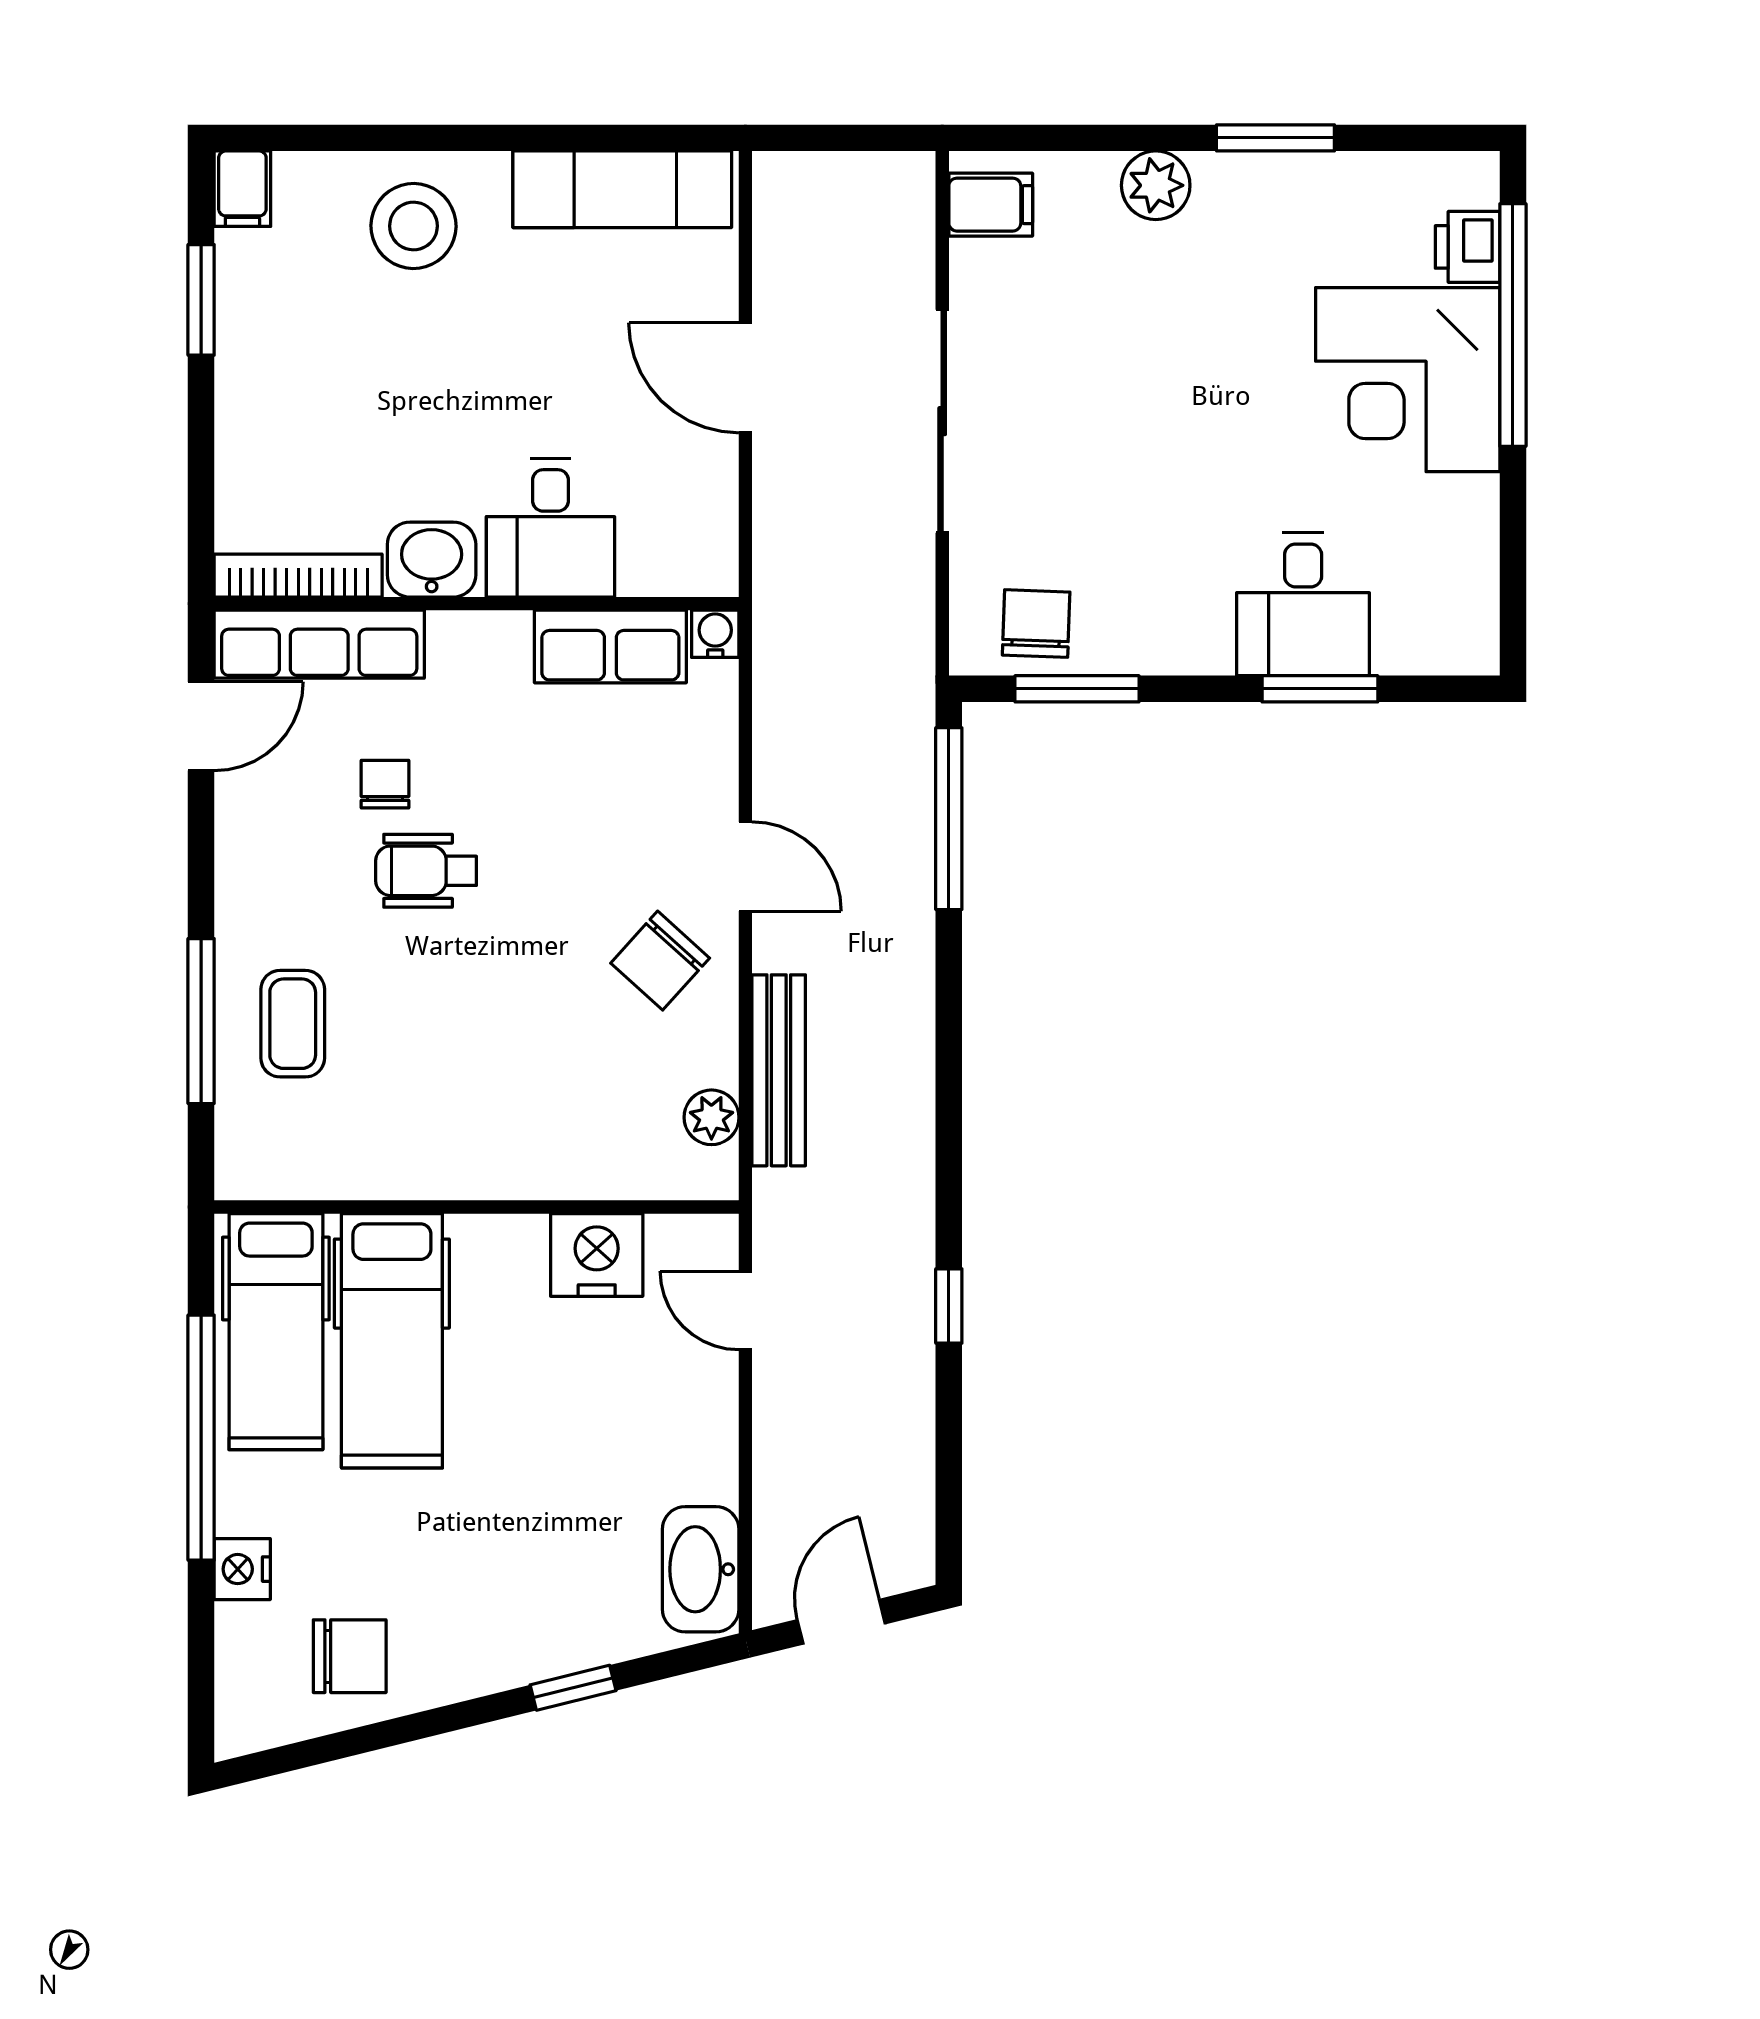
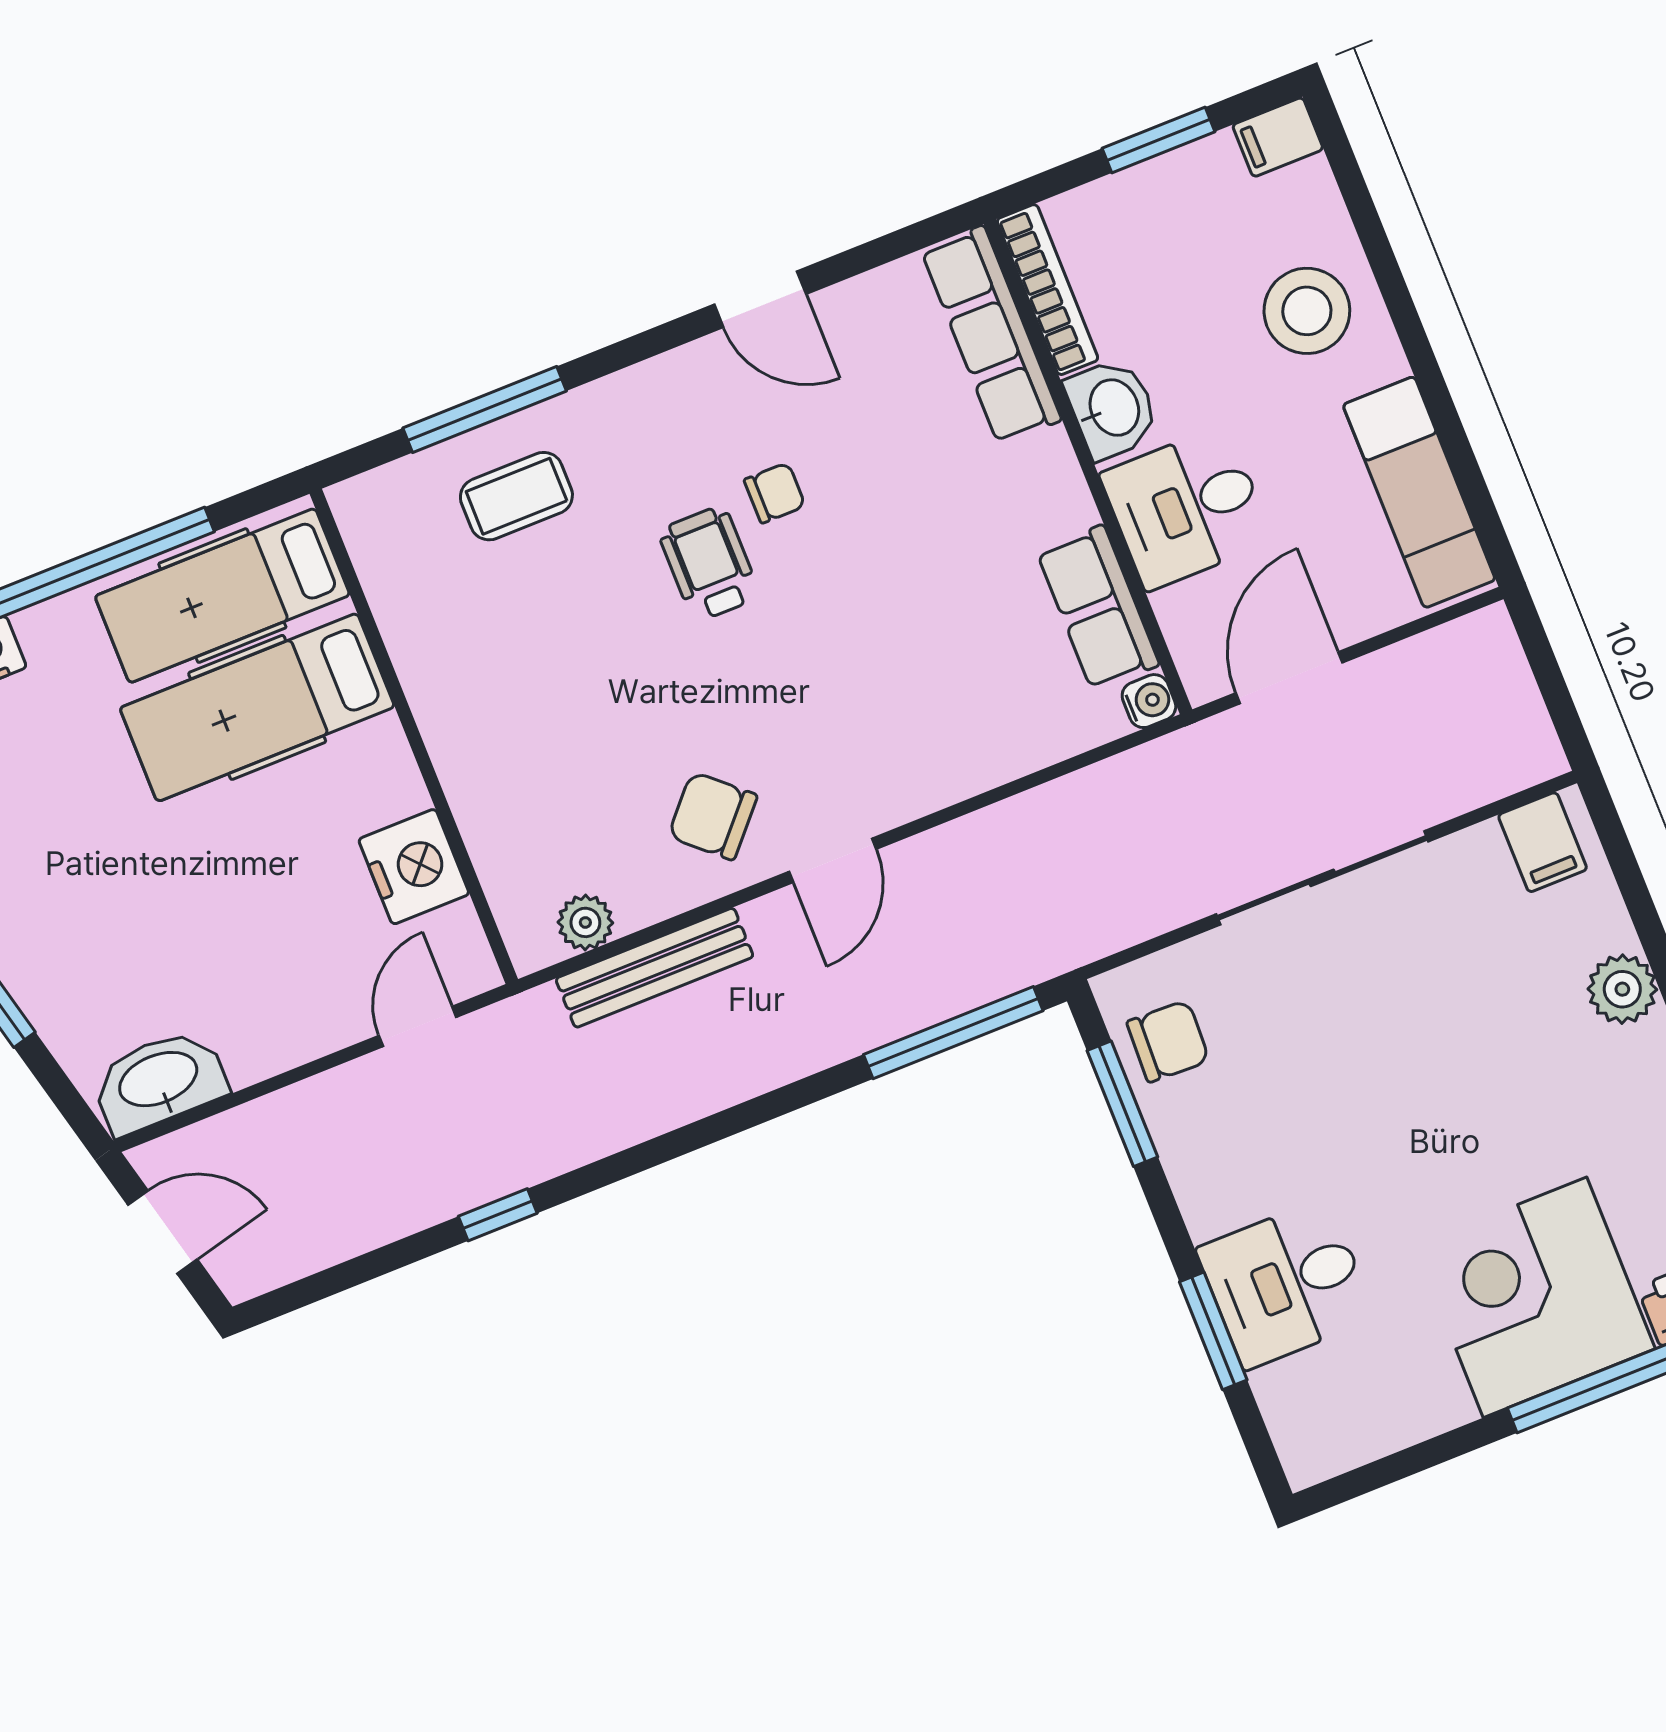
desk: (550, 528) -> (1186, 508), moved
washbasin: (432, 560) -> (1112, 408), moved
bookcase: (298, 576) -> (1047, 290), moved
wall: (477, 604) -> (1088, 467), moved
water cooler: (715, 634) -> (1149, 701), moved
row of seats: (319, 644) -> (991, 335), moved
row of seats: (610, 646) -> (1098, 608), moved

